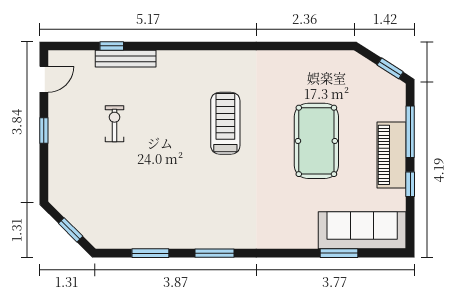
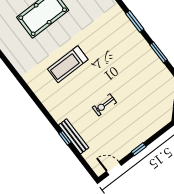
window: (112, 46) -> (65, 138), moved
exercise bike: (114, 124) -> (104, 105), moved

